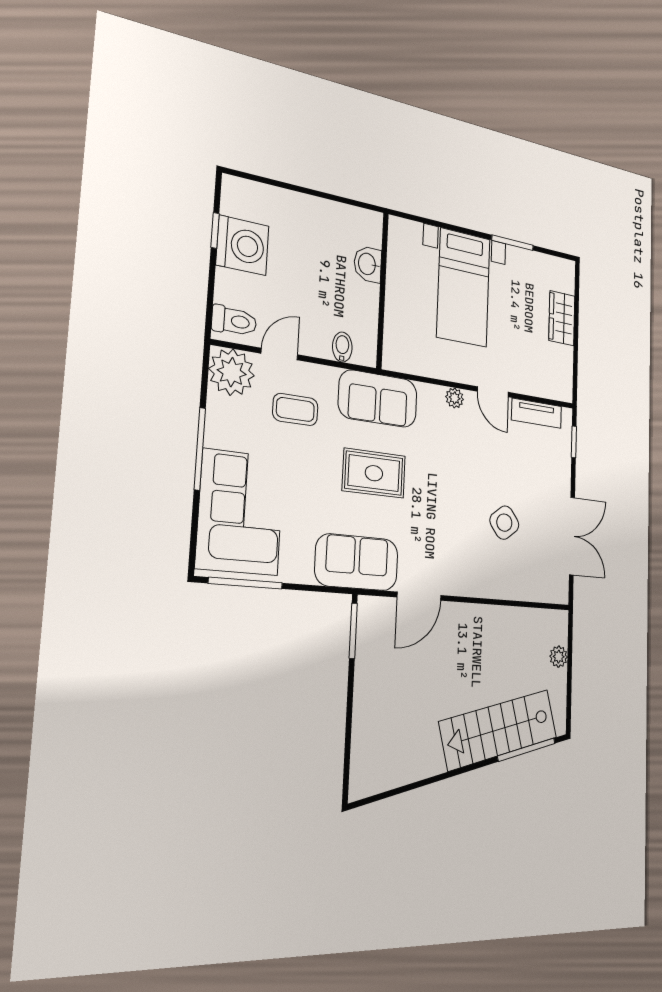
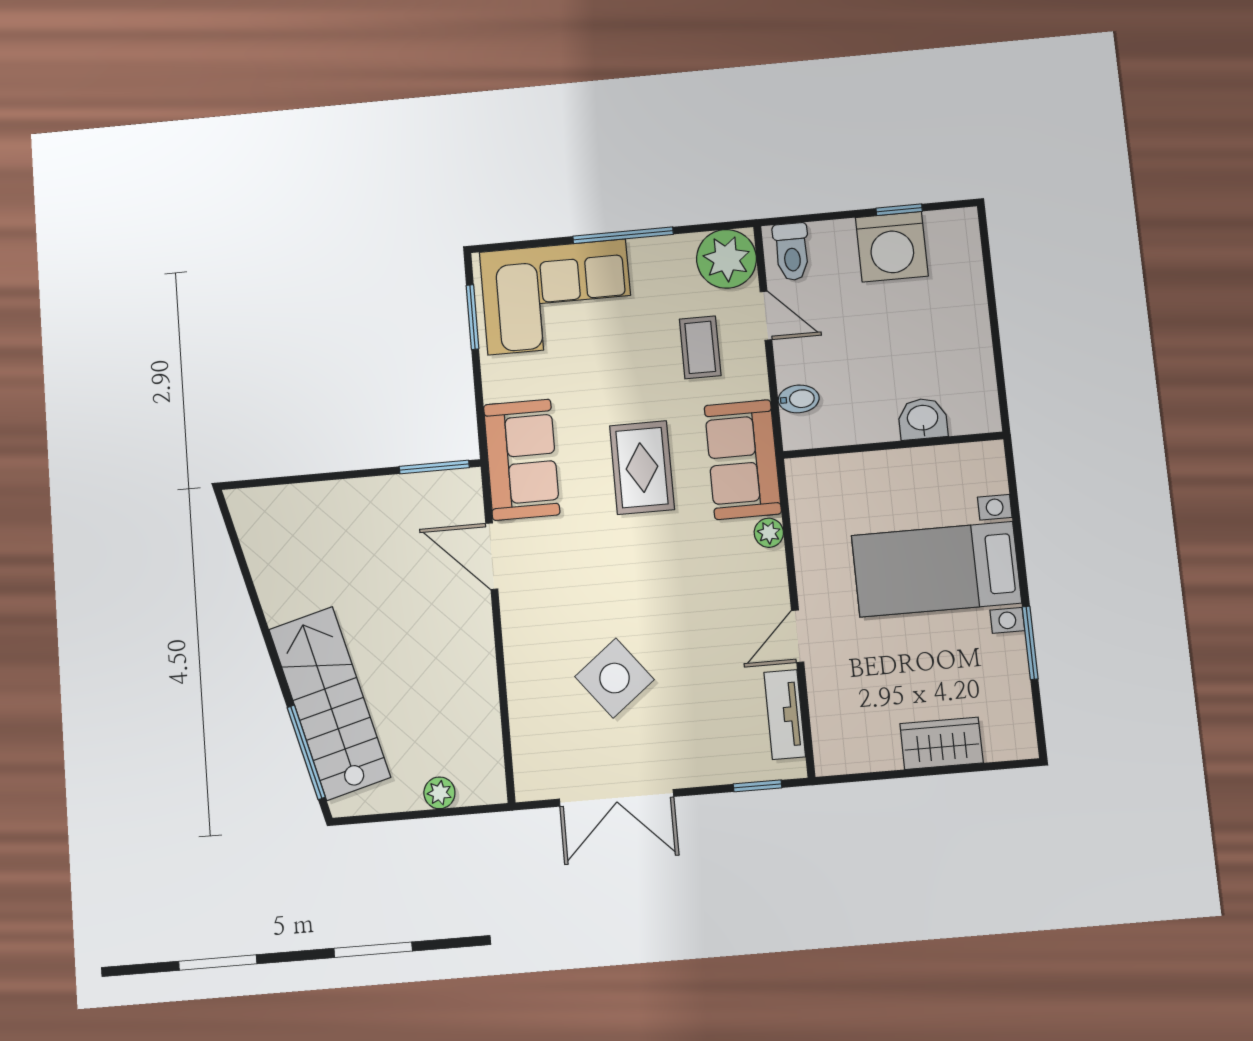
plant: (455, 398) -> (769, 533), moved
side table: (504, 523) -> (614, 678), width x1.37, depth x1.37
window: (246, 583) -> (473, 317), width x0.69

